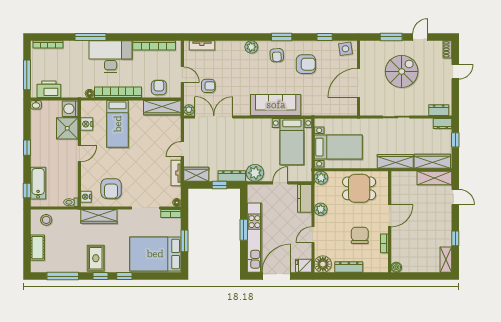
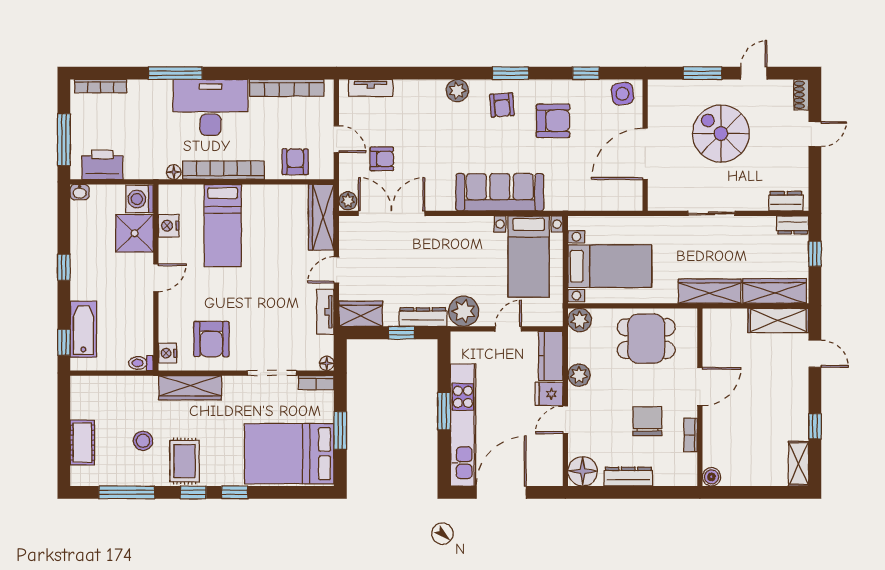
spiral stairs: (402, 71) -> (721, 134), turned -90
wardrobe: (162, 108) -> (321, 217), moved, turned 90
stool: (46, 220) -> (143, 441), moved
fridge: (304, 266) -> (549, 394), moved

